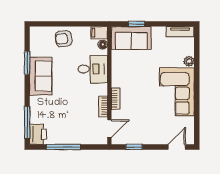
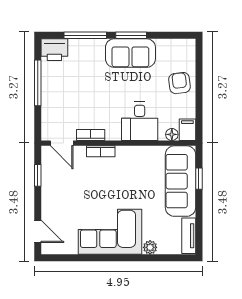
sofa: (131, 38) -> (181, 181), width x1.36
window: (27, 63) -> (131, 35), moved
window: (27, 122) -> (85, 35), moved

